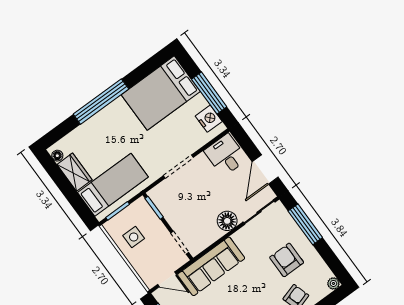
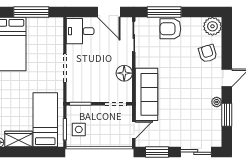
nightstand: (209, 119) -> (48, 25), removed
floor lamp: (227, 221) -> (124, 73), moved
side table: (134, 237) -> (79, 129), moved
armchair: (287, 260) -> (170, 29), moved
plant: (333, 283) -> (212, 26), width x1.87, depth x1.87

